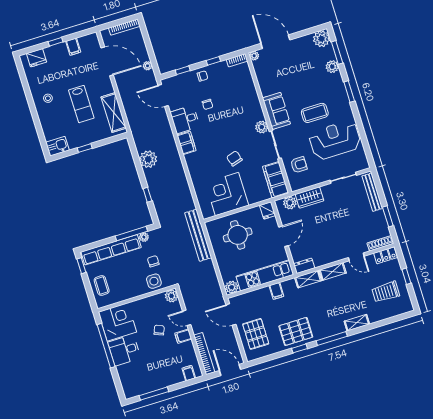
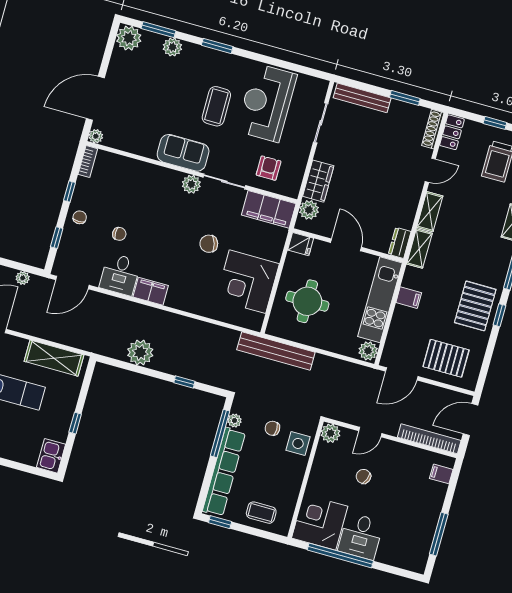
filing cabinet: (183, 336) -> (390, 451), removed

